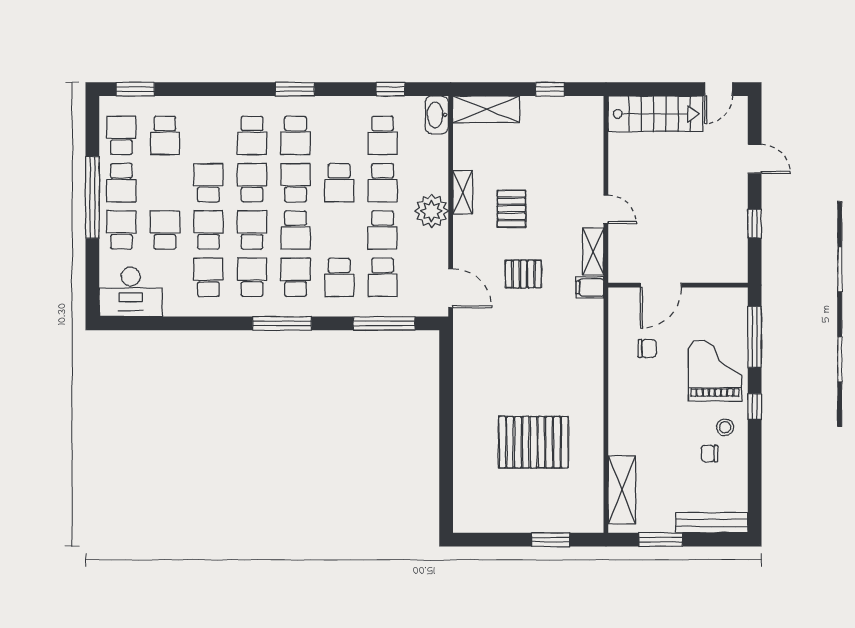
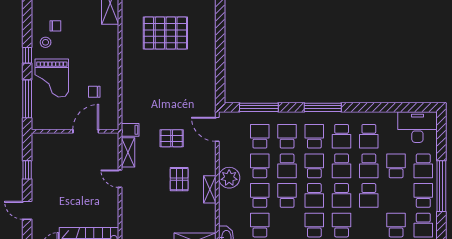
school desk: (165, 230) -> (396, 166), turned 180
school desk: (339, 230) -> (287, 166), added
school desk: (296, 277) -> (314, 136), turned 180

